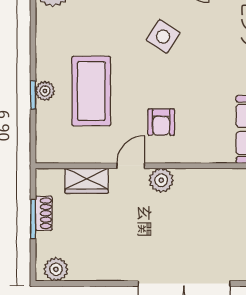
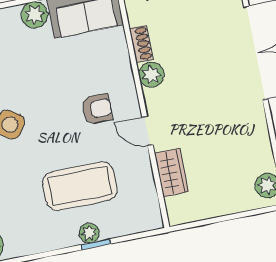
plant: (161, 180) -> (151, 75), moved
shoe rack: (44, 213) -> (141, 44), moved, turned 90
window: (33, 219) -> (221, 219), removed

